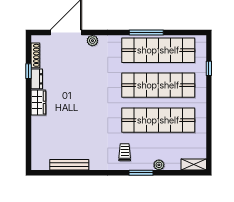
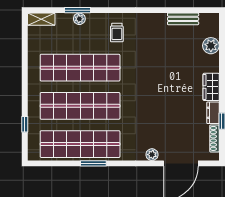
window: (146, 33) -> (93, 163), width x0.69
plant: (39, 140) -> (211, 46), added
bench: (69, 165) -> (183, 19), width x0.73
window: (141, 173) -> (78, 10), moved

